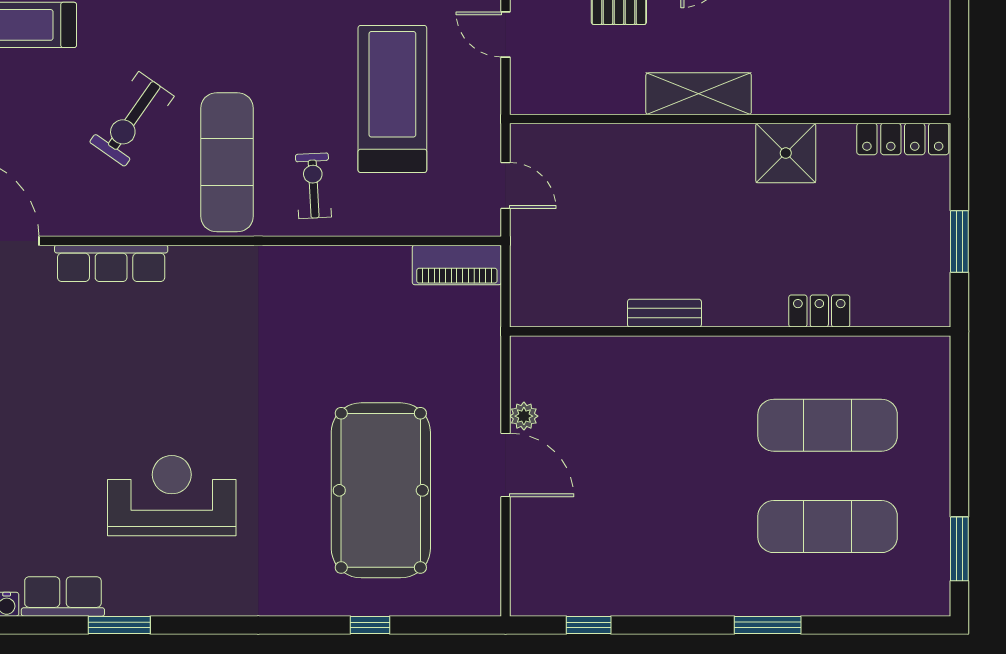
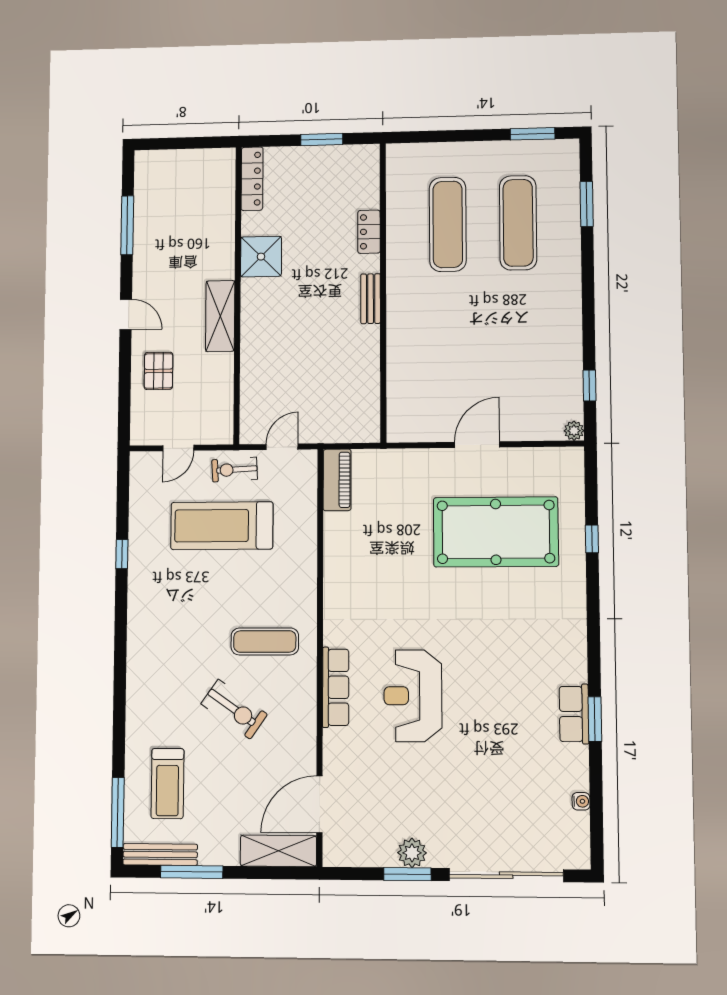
exercise mat: (227, 162) -> (265, 641), width x0.73, depth x0.69
exercise bike: (313, 186) -> (235, 470), moved
row of seats: (111, 263) -> (336, 687), moved
bench: (664, 313) -> (371, 299), moved
plant: (524, 416) -> (574, 431), moved
reception desk: (172, 496) -> (413, 696), moved
row of seats: (63, 596) -> (574, 714), moved
window: (768, 625) -> (587, 204), moved

